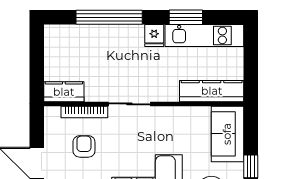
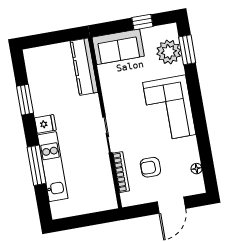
window: (109, 17) -> (37, 165), width x0.68
kitchen unit: (204, 35) -> (53, 167), moved
kitchen counter: (64, 92) -> (107, 193), removed

